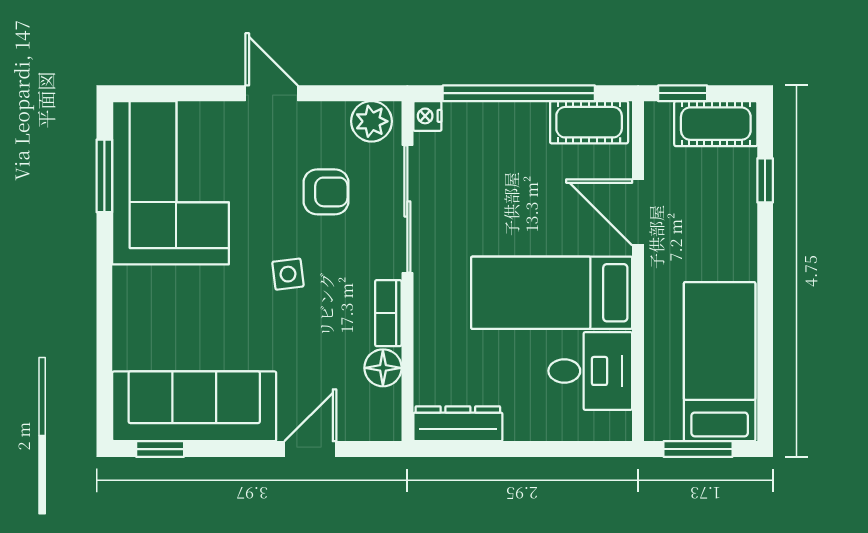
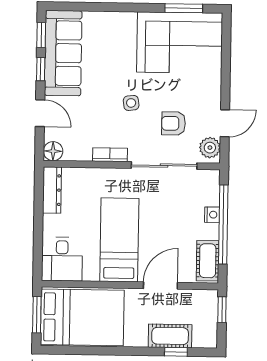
door: (272, 93) -> (225, 123), moved
nightstand: (427, 116) -> (212, 215), moved, turned 90
cot: (716, 124) -> (170, 336), moved, turned 90
armchair: (326, 192) -> (174, 123), turned 90
bed: (720, 362) -> (82, 317), width x1.50
floor lamp: (383, 368) -> (53, 151), moved
desk: (590, 371) -> (62, 259), moved
window: (226, 449) -> (41, 69), added

